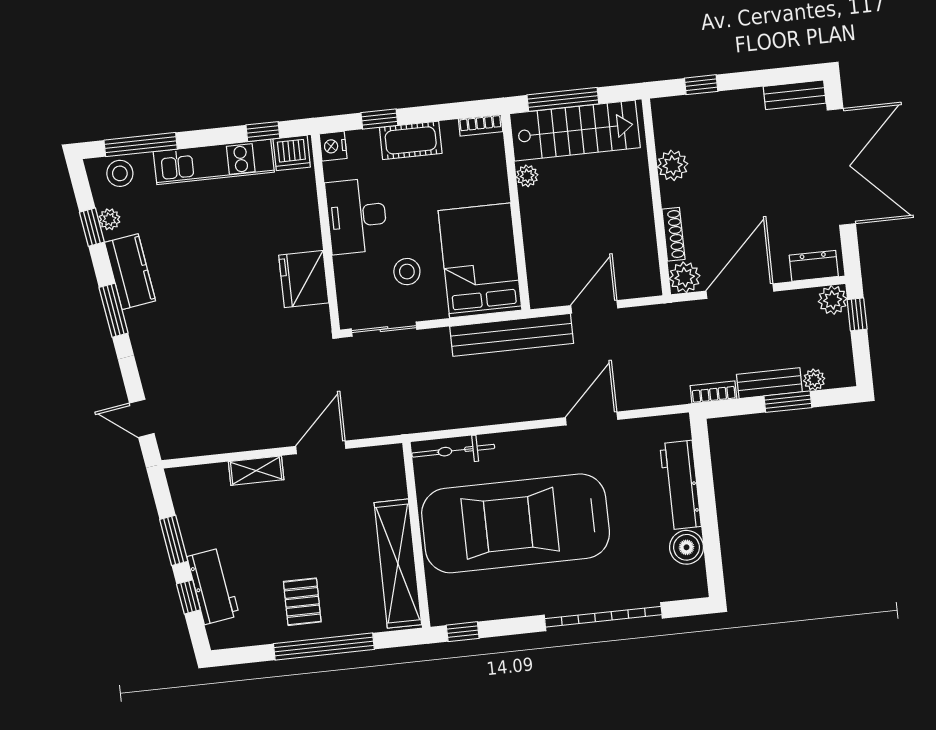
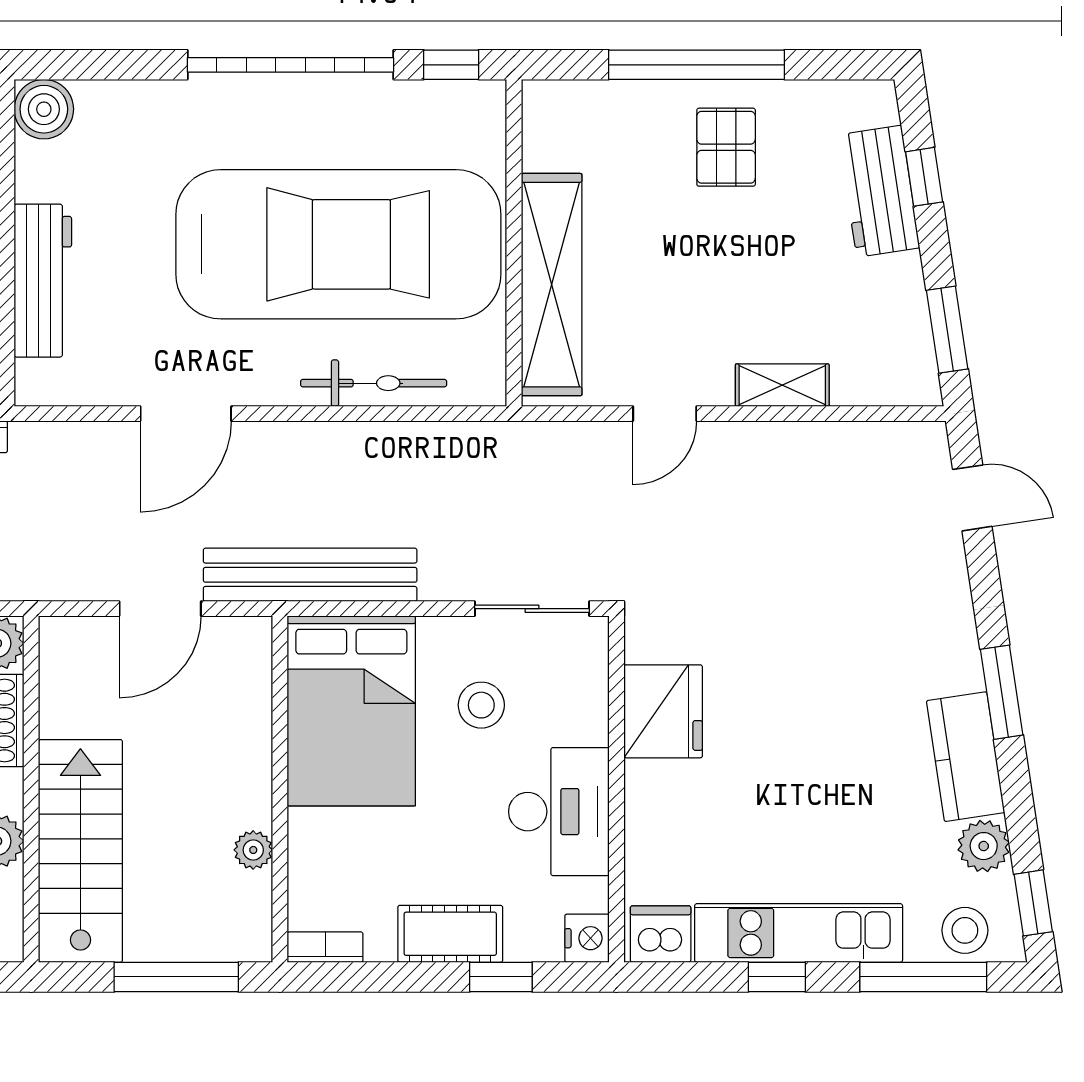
stairs: (575, 131) -> (80, 851), moved, turned 90
window: (263, 132) -> (777, 977), moved
plant: (109, 219) -> (984, 846), width x1.38, depth x1.38
window: (92, 227) -> (1033, 903), moved
door: (321, 447) -> (665, 414), width x0.73
bicycle: (453, 451) -> (374, 383), moved
window: (174, 540) -> (947, 330), moved
boiler: (687, 547) -> (44, 109), moved
shelving: (398, 564) -> (552, 285), moved
garage door: (603, 617) -> (290, 65), moved

